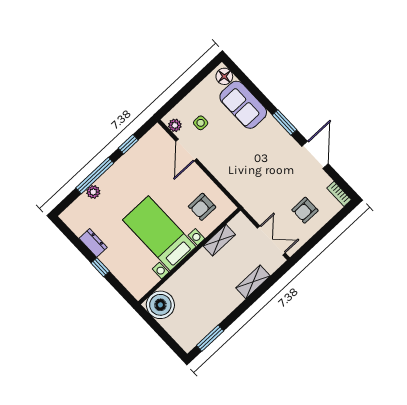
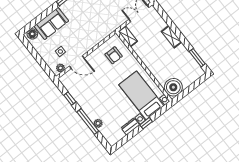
bed with nightstands: (159, 233) -> (141, 95), moved, turned 90
shelving: (219, 240) -> (128, 36), moved
shelving: (253, 282) -> (171, 37), moved

